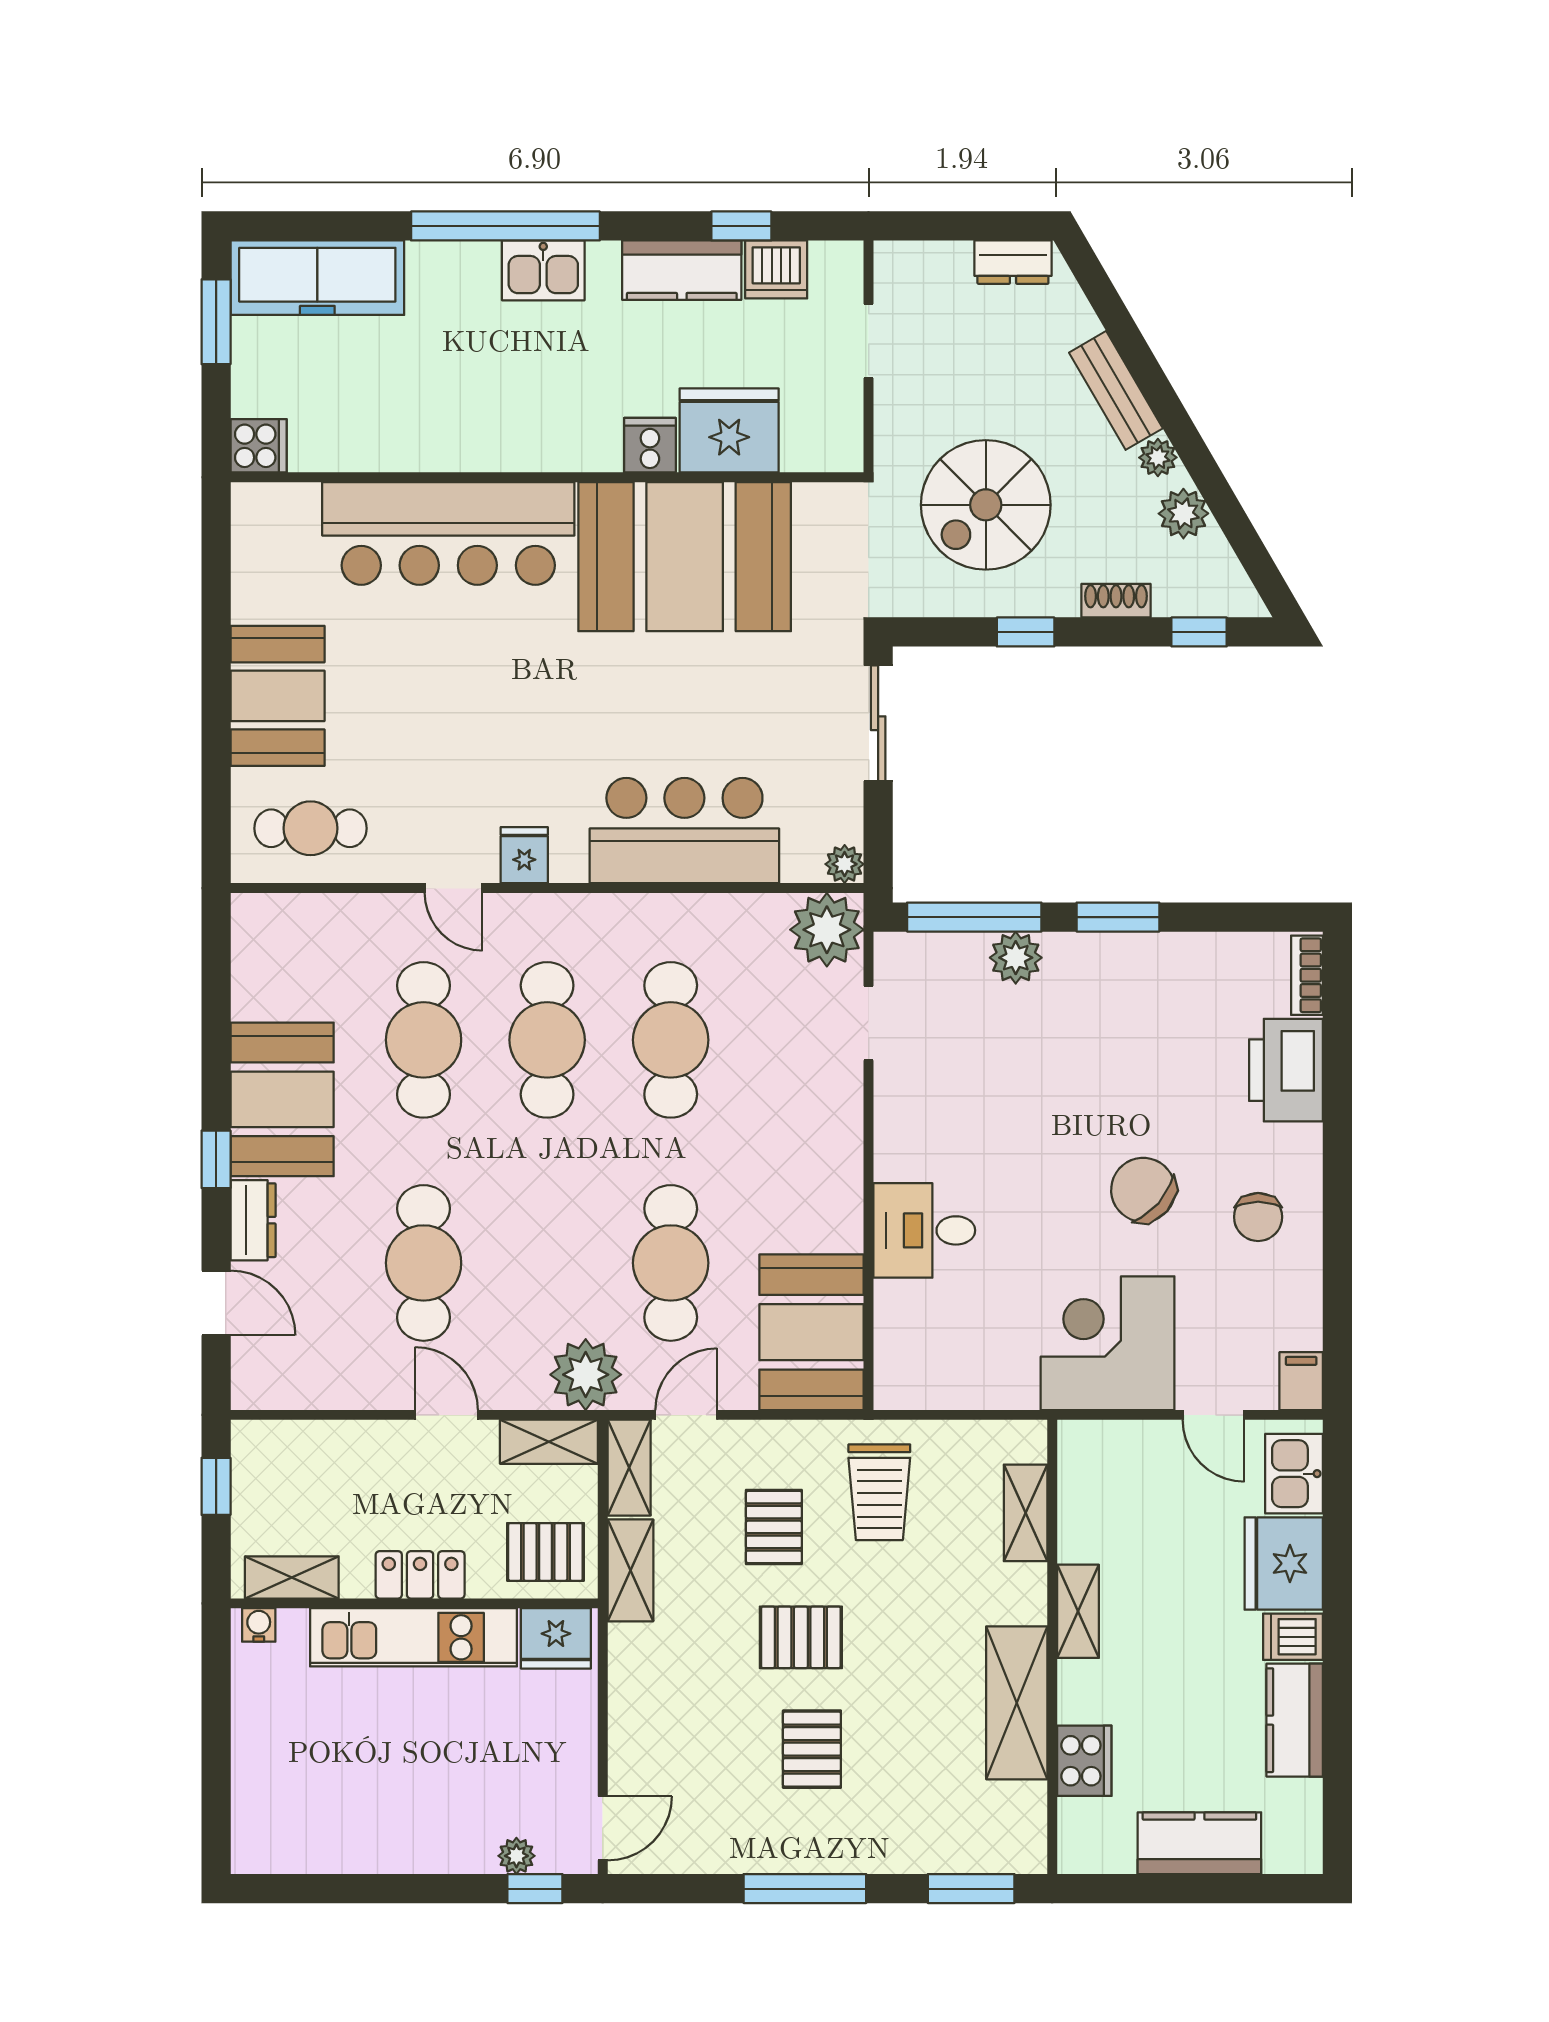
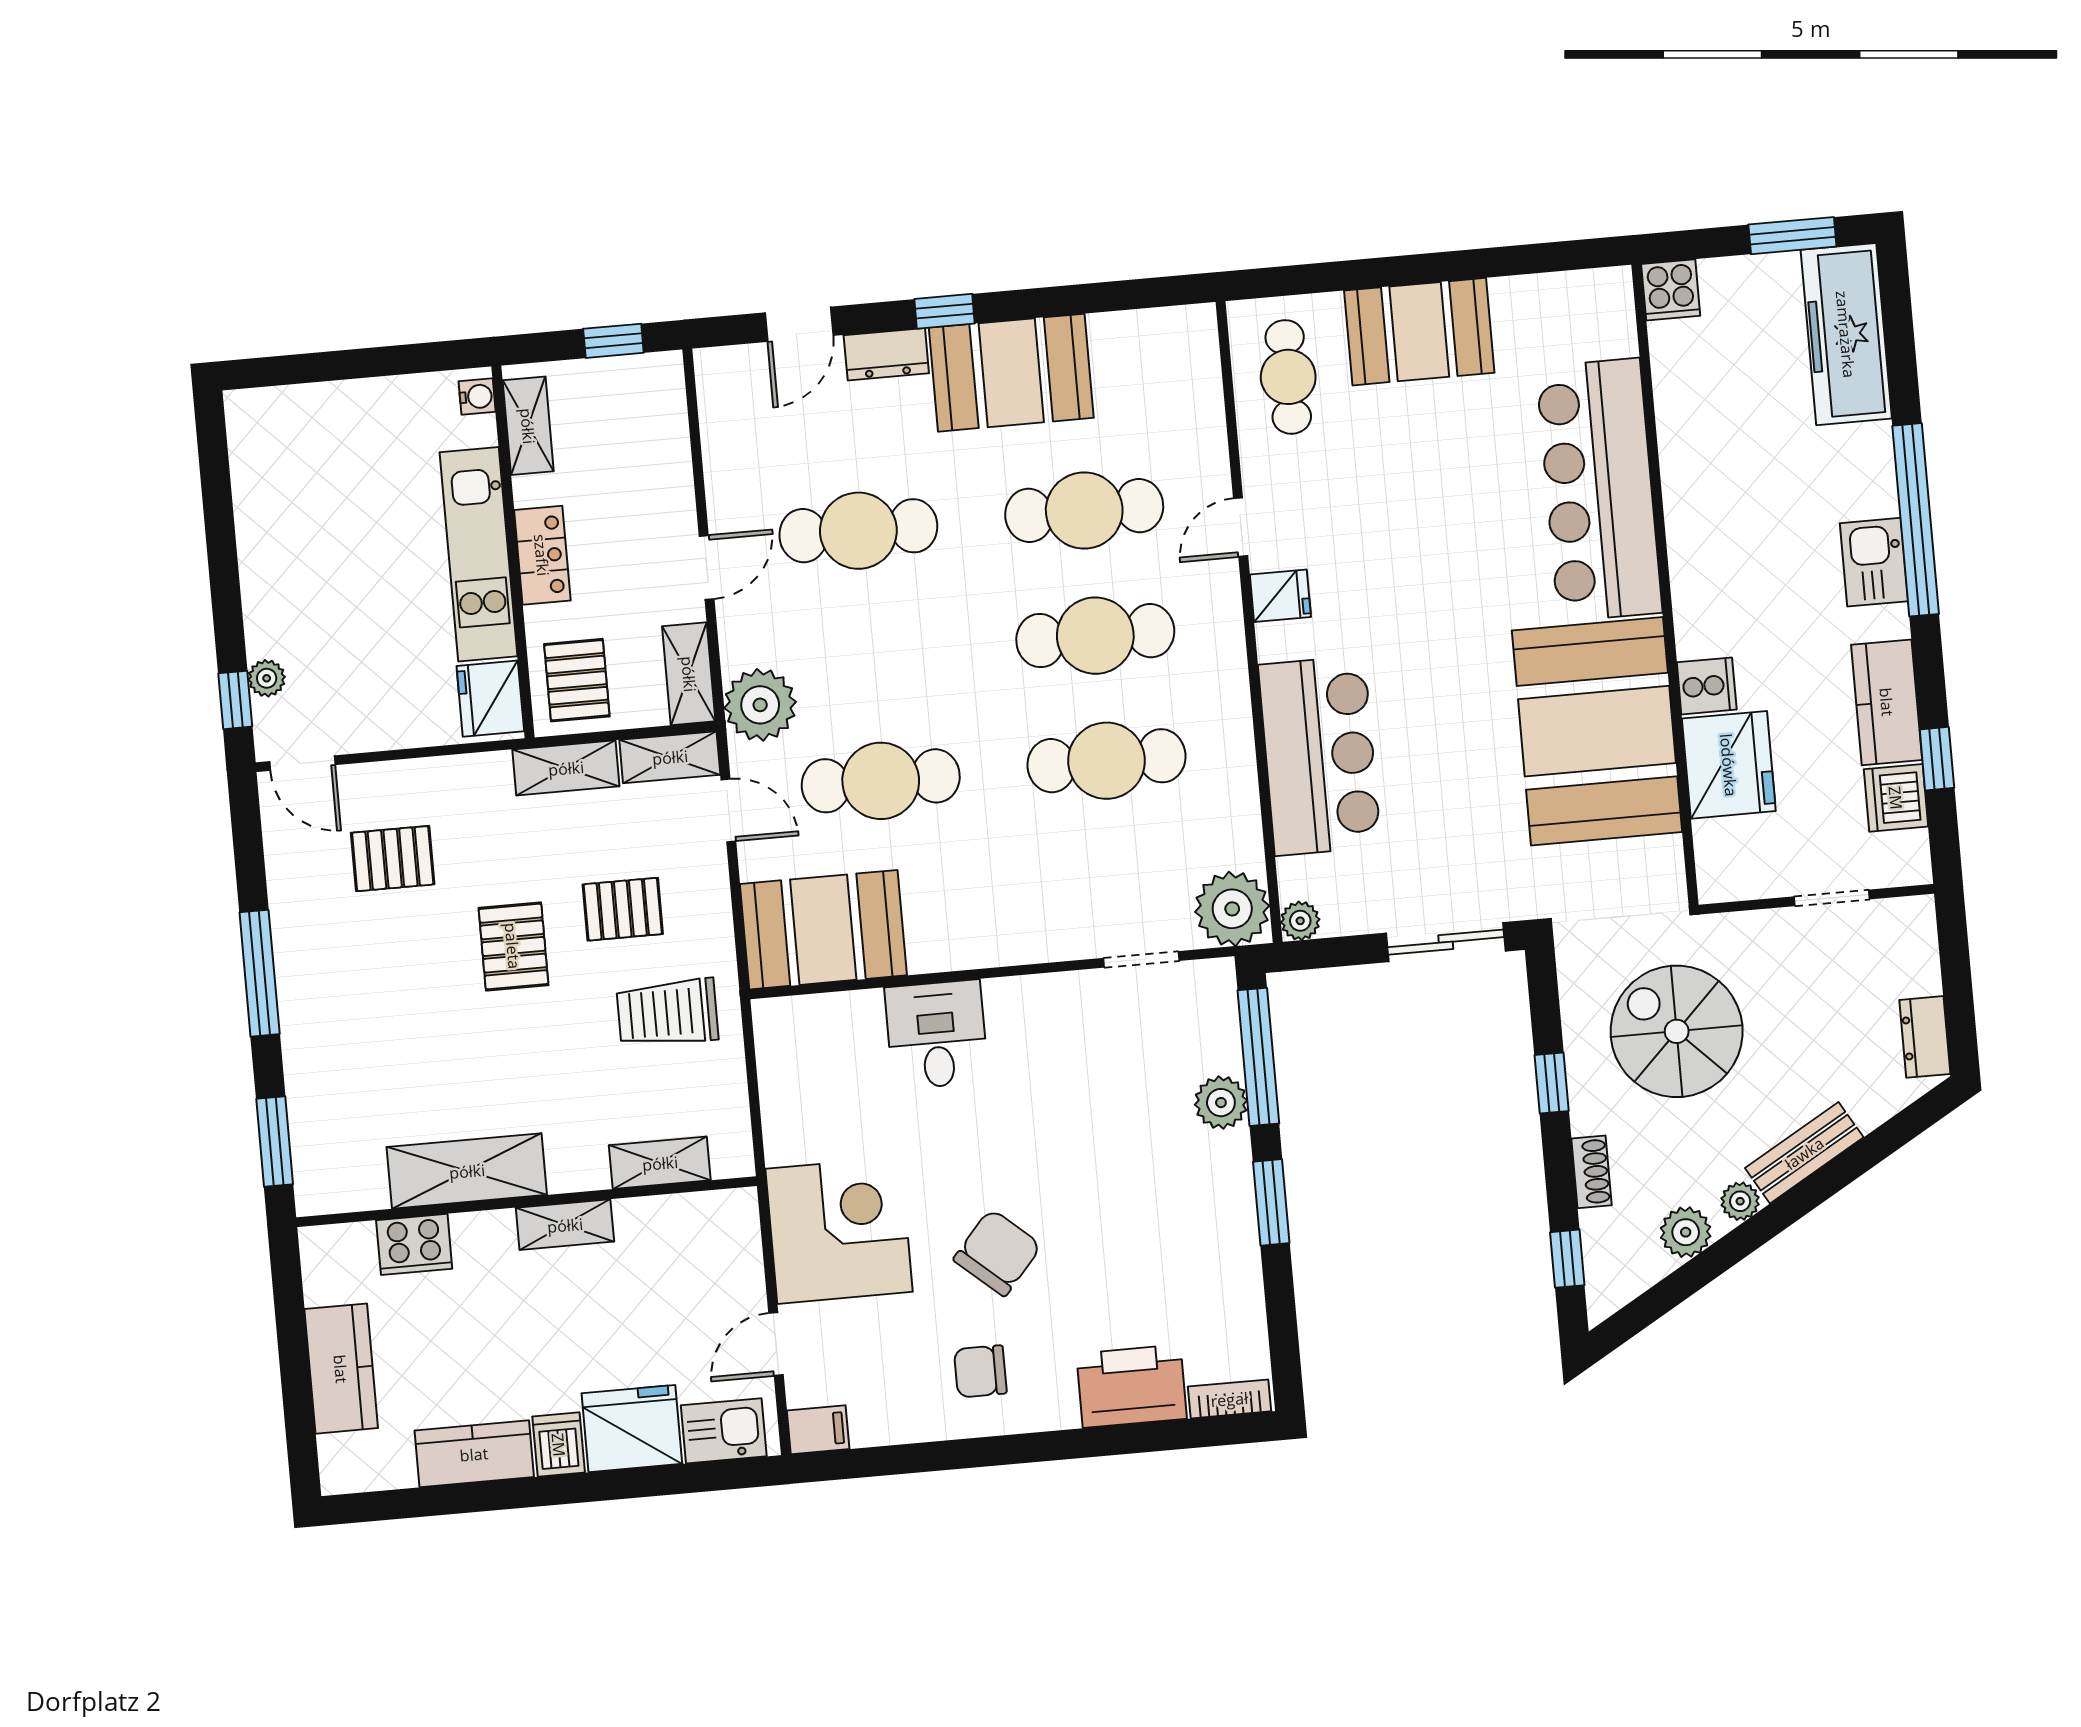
pallet: (812, 1749) -> (393, 859), moved

